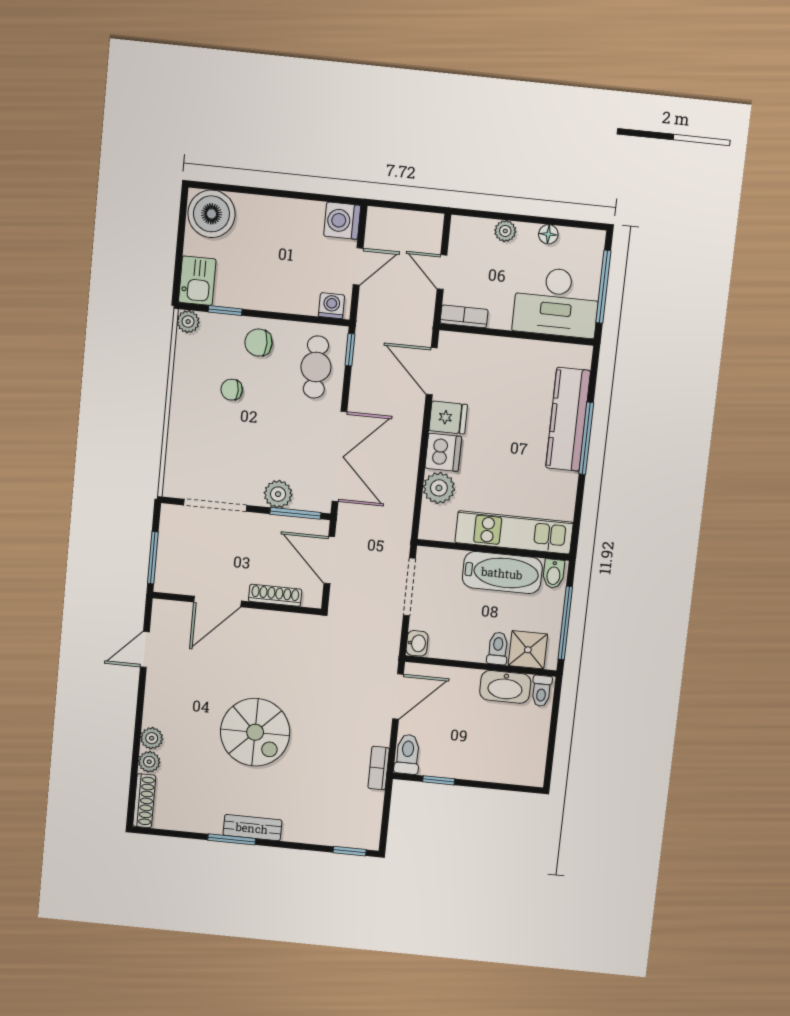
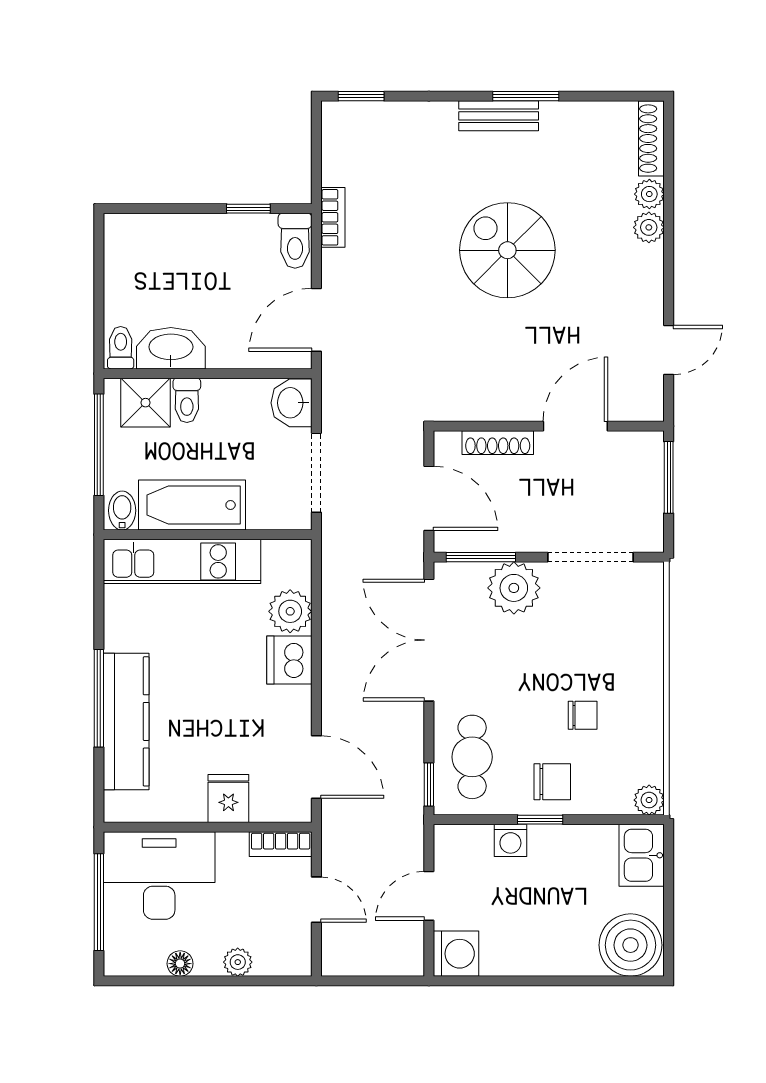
washing machine: (331, 306) -> (510, 840), moved
window: (225, 310) -> (540, 820), moved
fridge: (448, 418) -> (228, 798), moved, turned 90
plant: (278, 494) -> (514, 588), width x1.36, depth x1.36
washbasin: (417, 643) -> (291, 403), width x1.38, depth x1.45

